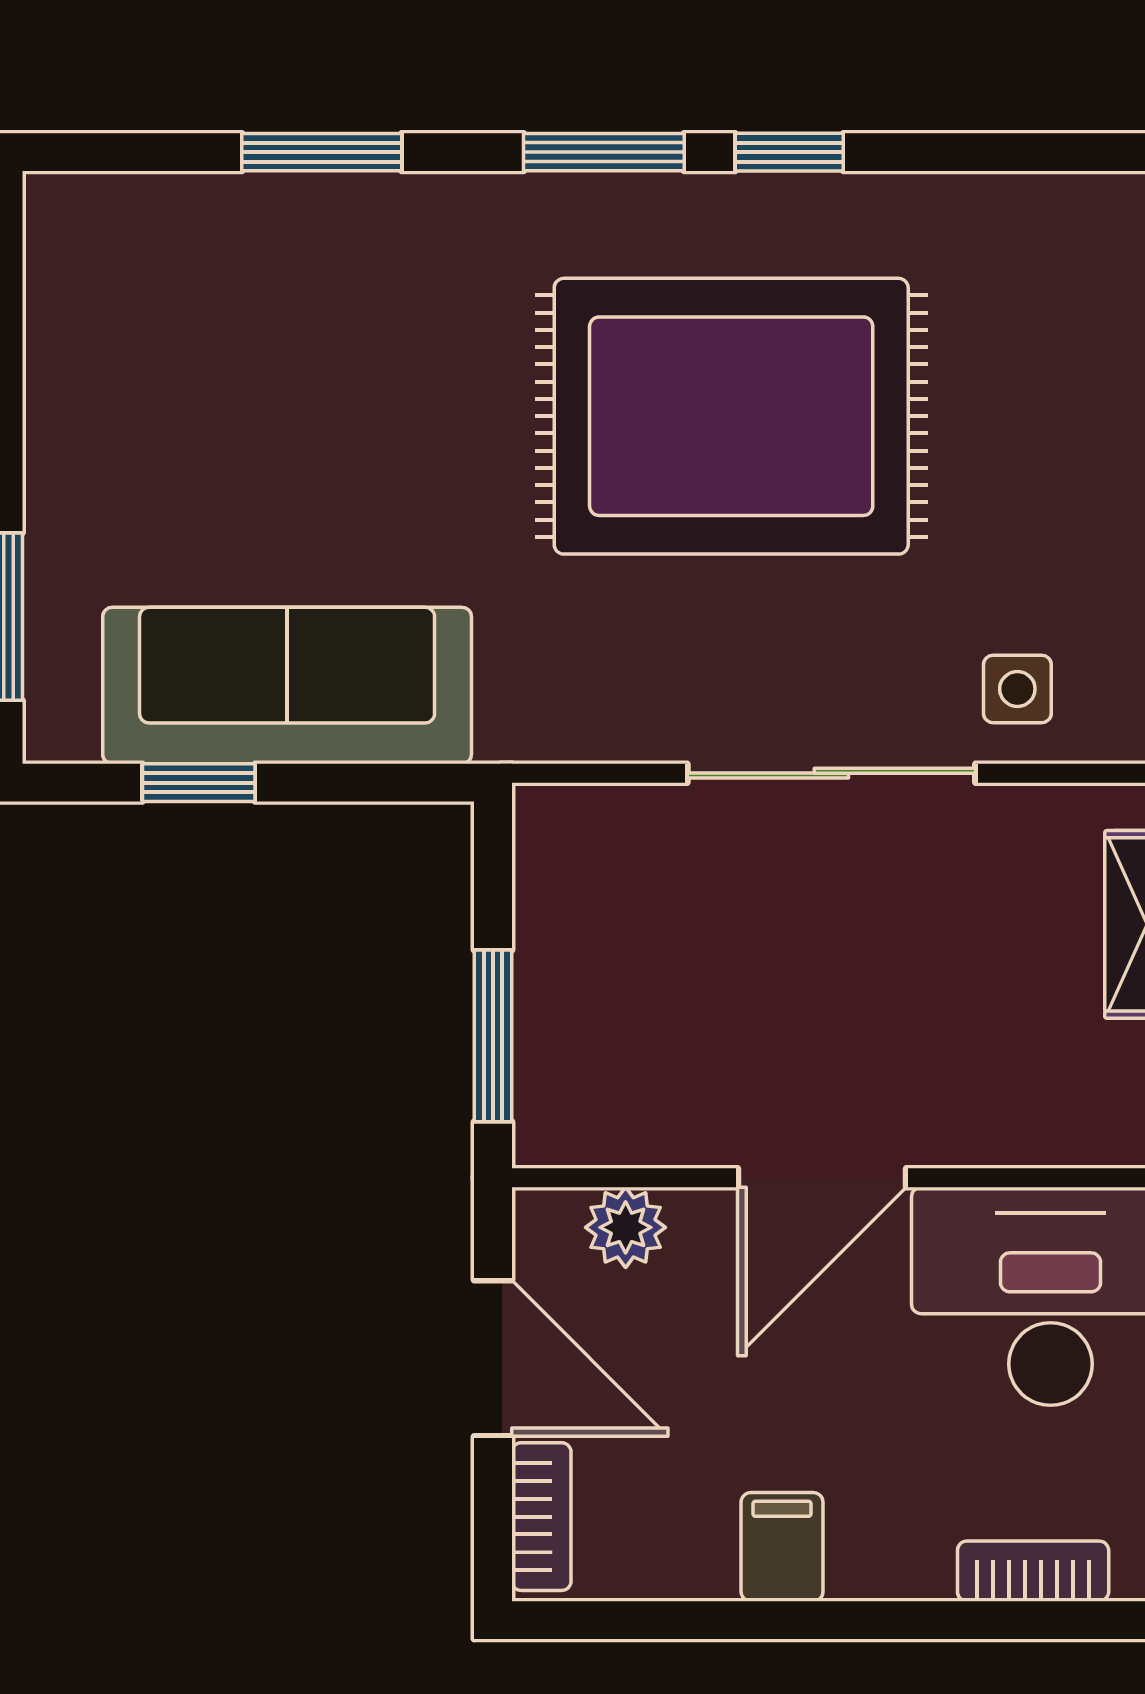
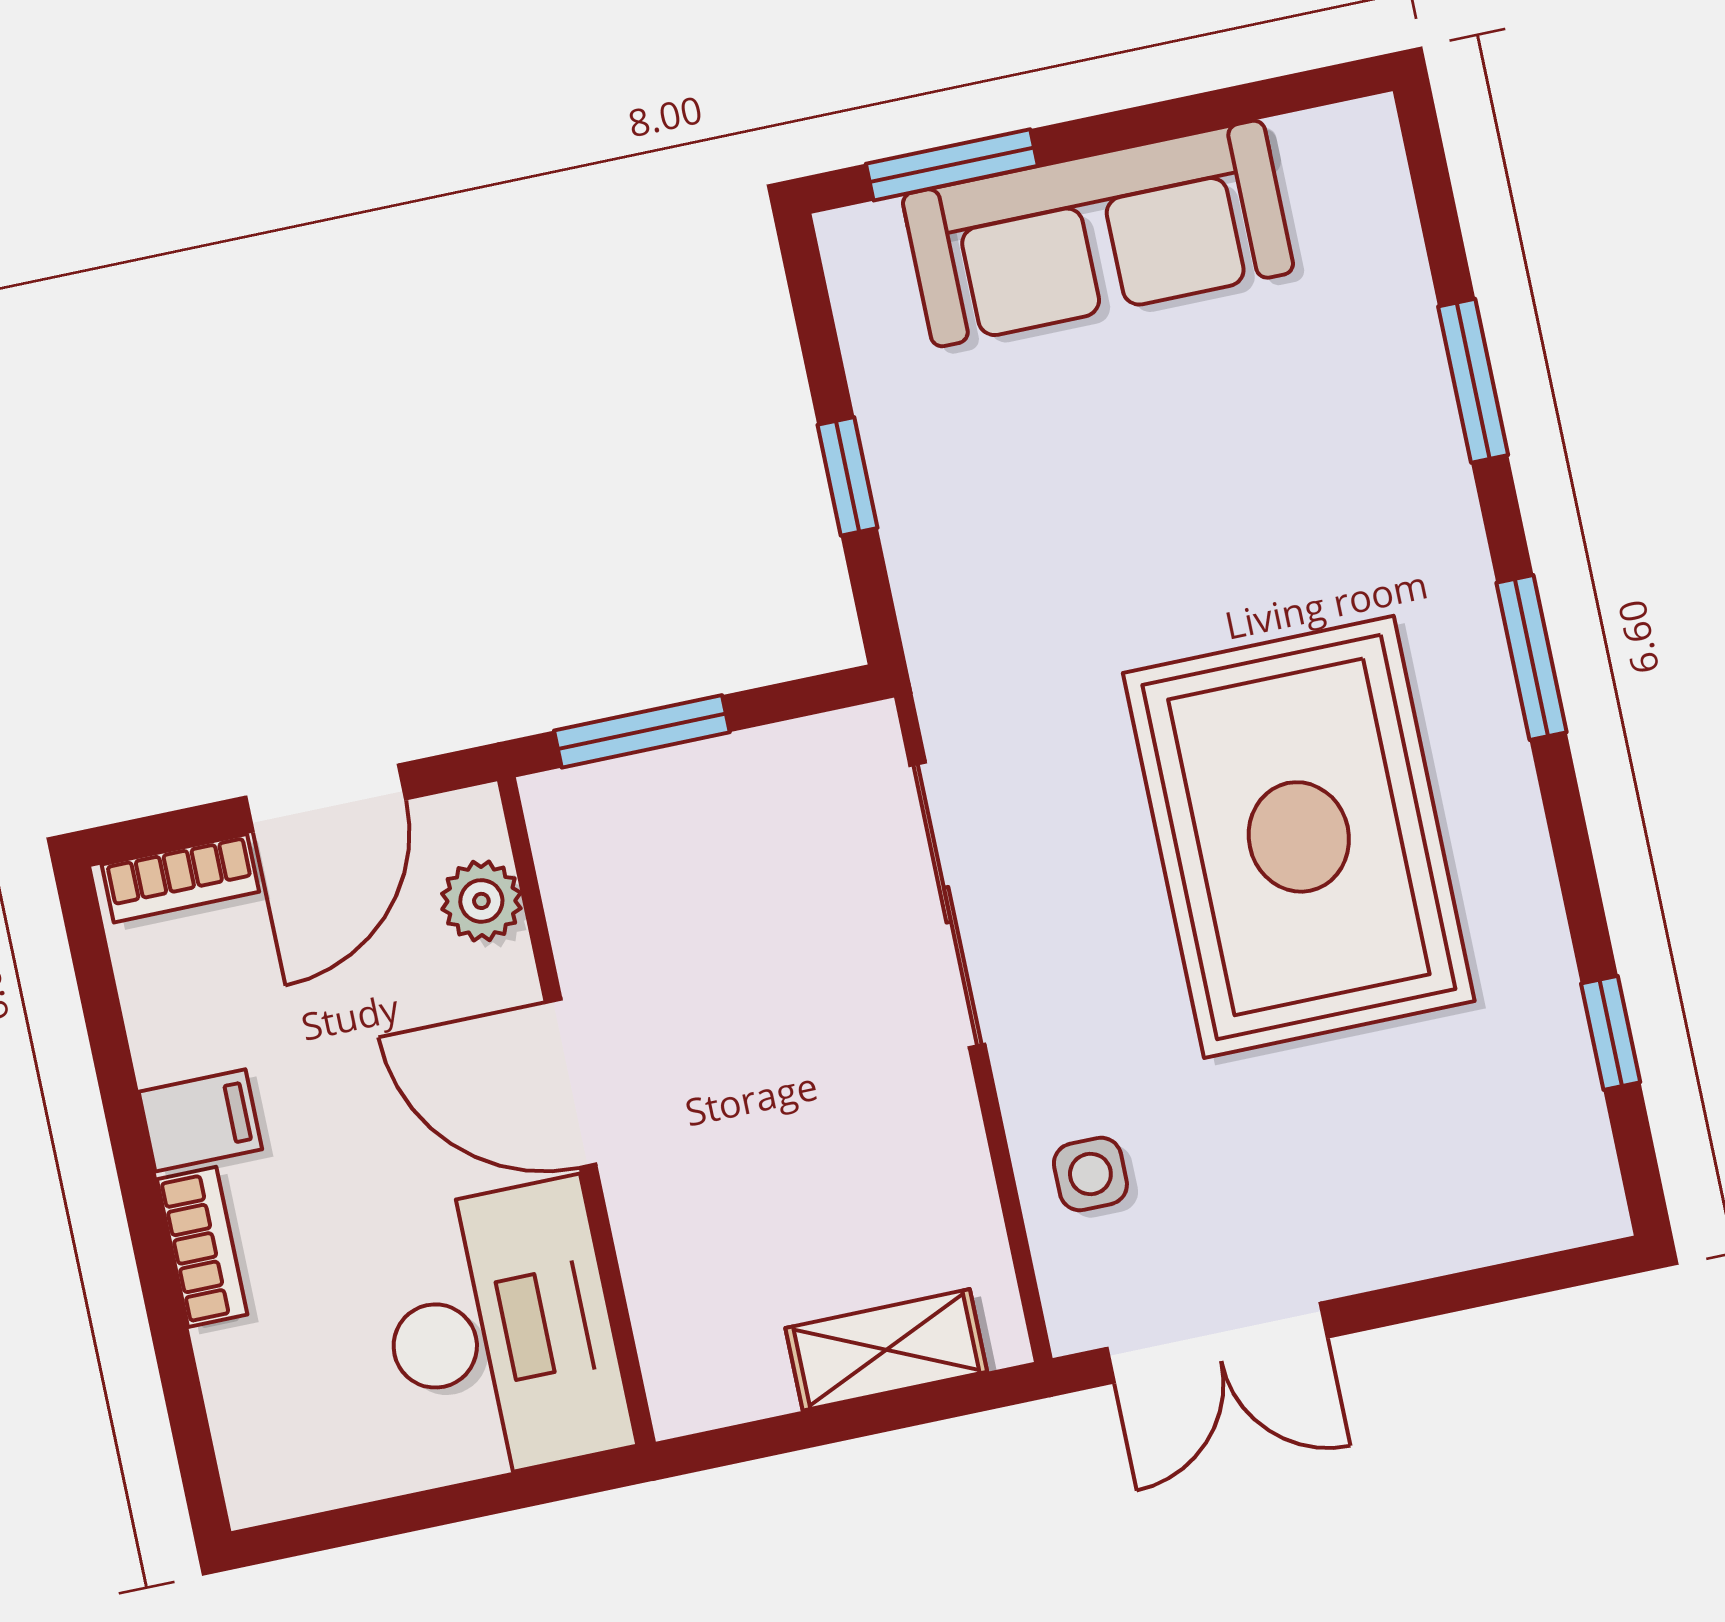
window: (789, 152) -> (1611, 1033), moved
sofa: (287, 685) -> (1098, 234), moved, turned 90
sliding door: (831, 773) -> (947, 905), moved
window: (199, 783) -> (848, 476), moved
bookcase: (1033, 1571) -> (202, 1247), moved

